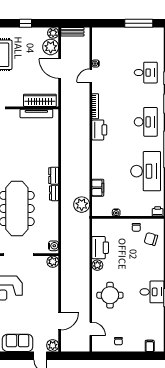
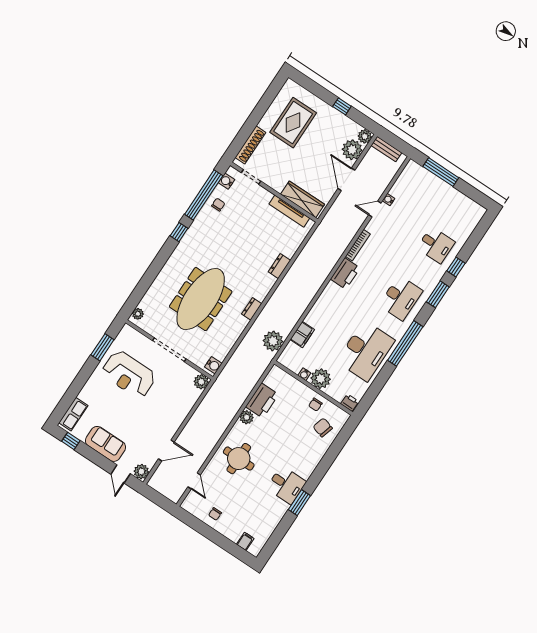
window: (139, 23) -> (441, 172), moved
dresser: (54, 176) -> (279, 266), moved
plant: (129, 208) -> (321, 379), added

